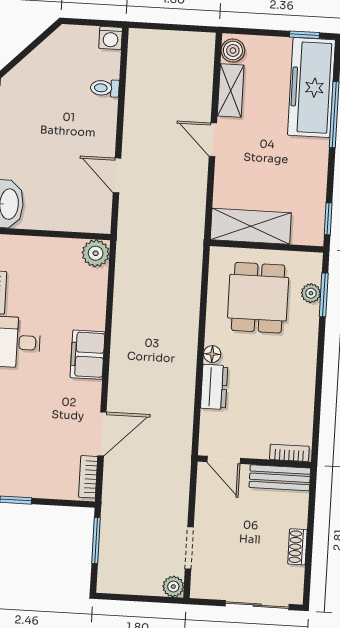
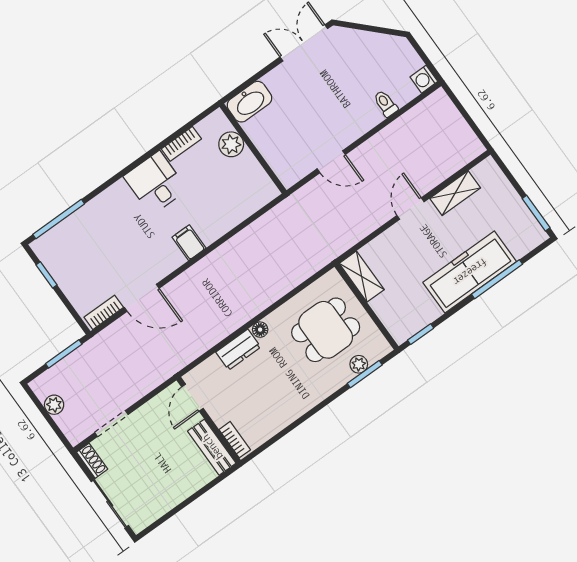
window: (304, 35) -> (536, 213), width x1.50
boiler: (233, 50) -> (484, 172), removed
freezer: (311, 87) -> (470, 272), moved
door: (117, 175) -> (331, 162), swing flipped
shelving: (251, 226) -> (362, 277), width x0.67, depth x0.75
plant: (96, 253) -> (231, 144), moved
filing cabinet: (88, 355) -> (189, 243), width x0.50
shoe rack: (297, 547) -> (92, 461), moved, turned 90
plant: (173, 587) -> (54, 405), moved

